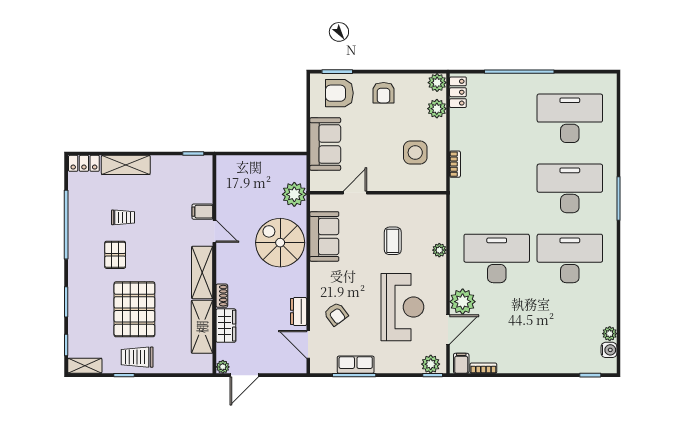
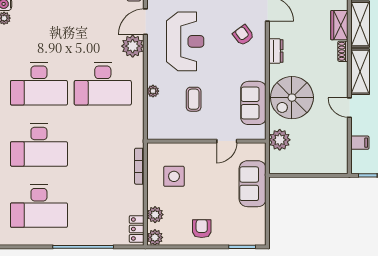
armchair: (339, 93) -> (240, 228), removed
bookcase: (455, 164) -> (139, 166), width x1.56
filing cabinet: (202, 212) -> (360, 143), moved
spiral stairs: (280, 243) -> (292, 98), turned 90
reception desk: (402, 307) -> (185, 41), turned 180
dresser: (299, 311) -> (276, 51), moved

